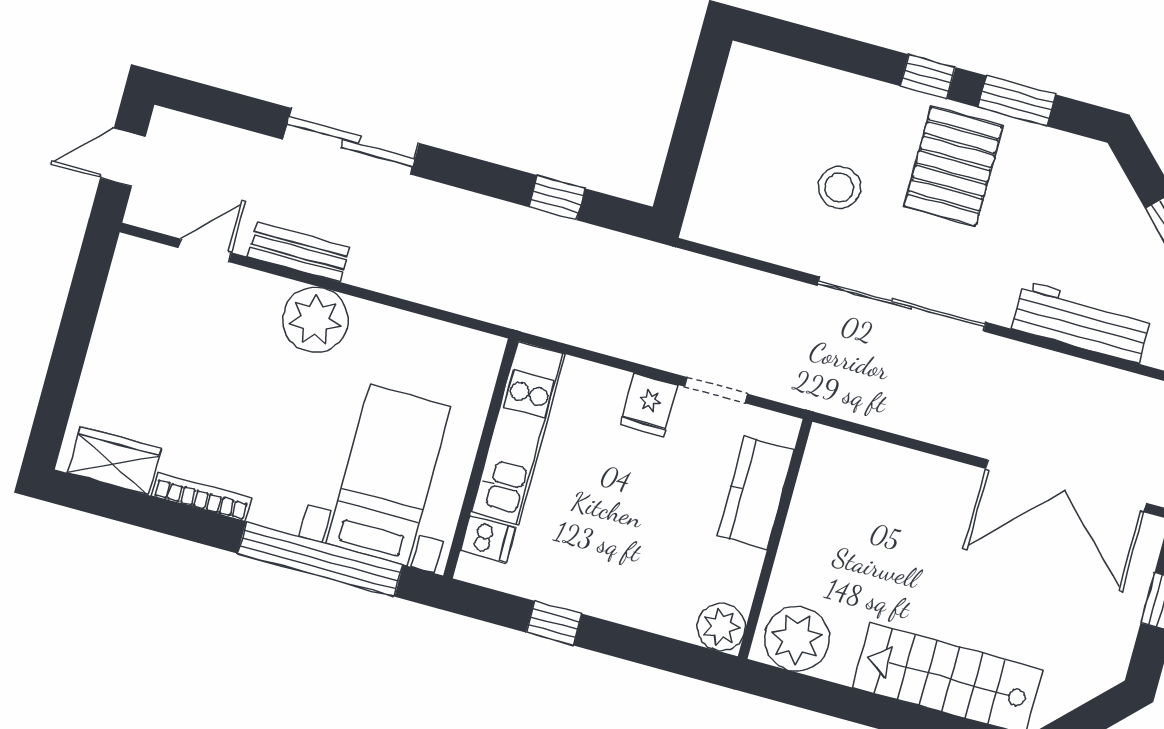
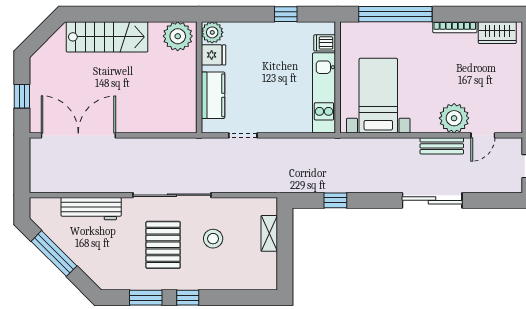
shelving: (717, 166) -> (269, 233), added
pallet: (953, 166) -> (163, 245), moved
plant: (315, 320) -> (454, 118), moved
fridge: (649, 405) -> (214, 55), moved, turned 90
bed with nightstands: (389, 475) -> (378, 96), moved, turned 180

